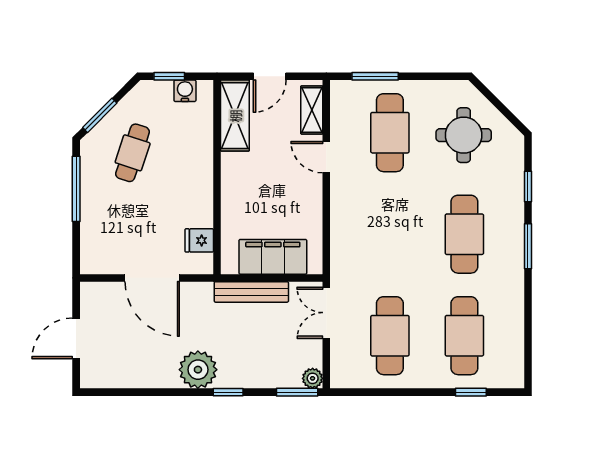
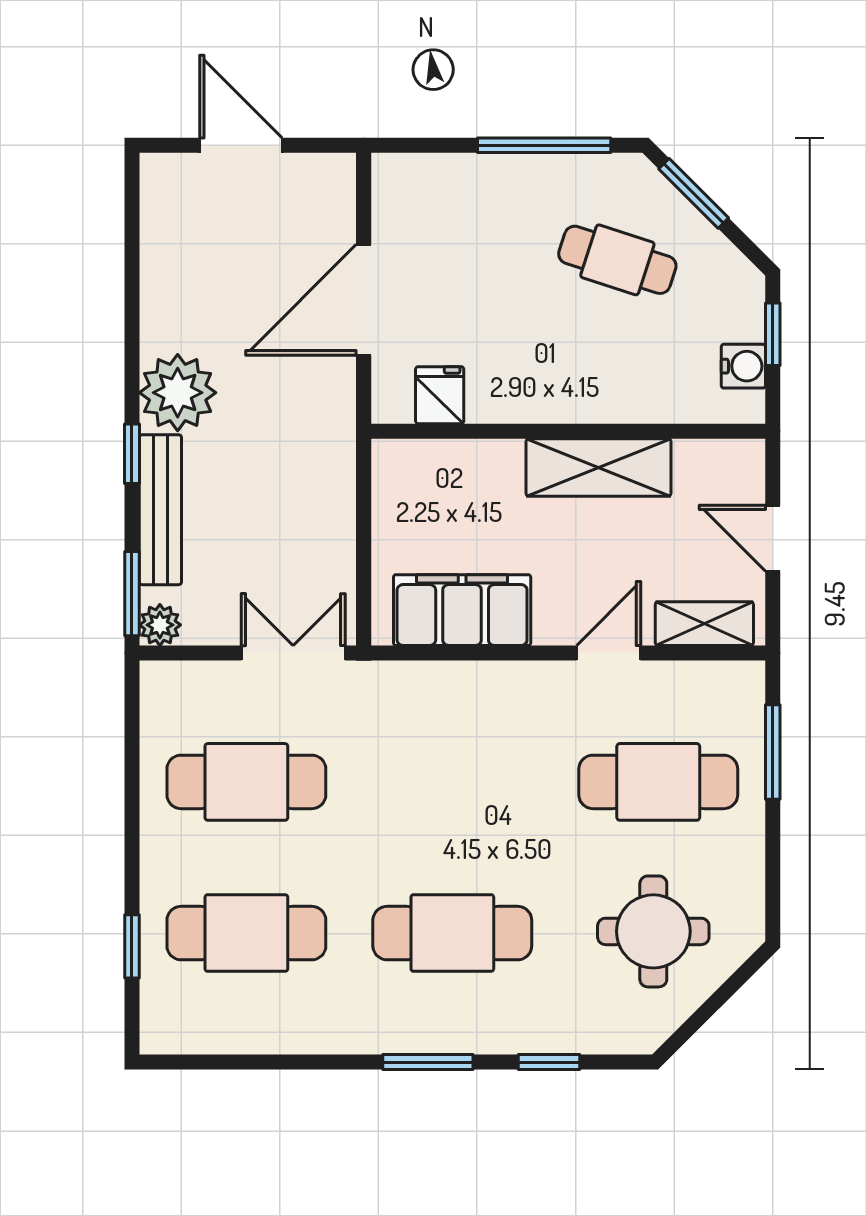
shelving: (235, 116) -> (598, 467), moved
filing cabinet: (273, 257) -> (462, 610), moved, turned -90
bench: (251, 292) -> (160, 510), moved

